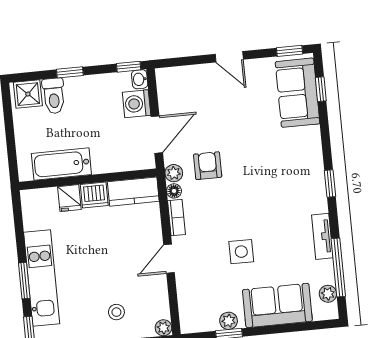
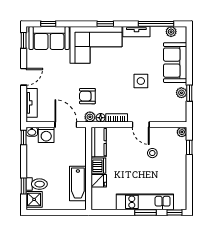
window: (70, 72) -> (24, 186), moved
tv unit: (187, 74) -> (32, 103), added
corner sofa: (294, 171) -> (96, 45), added
stool: (116, 312) -> (152, 153), moved

